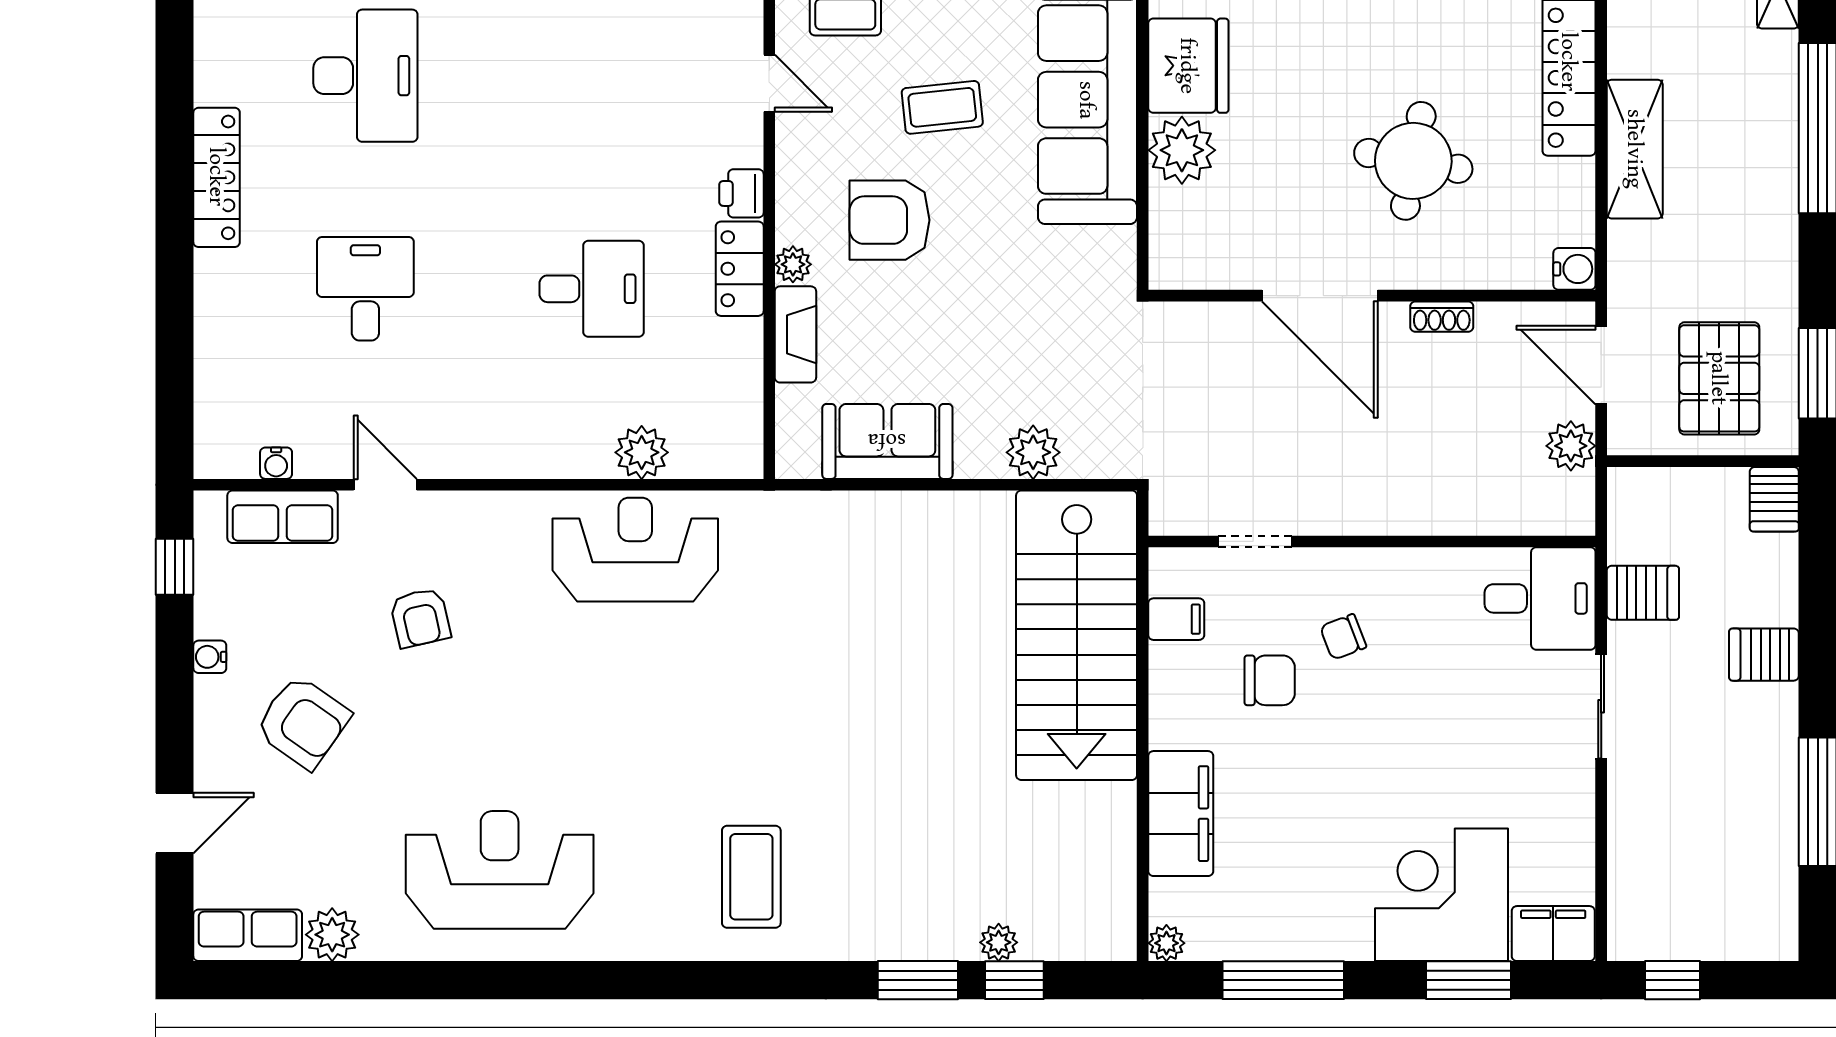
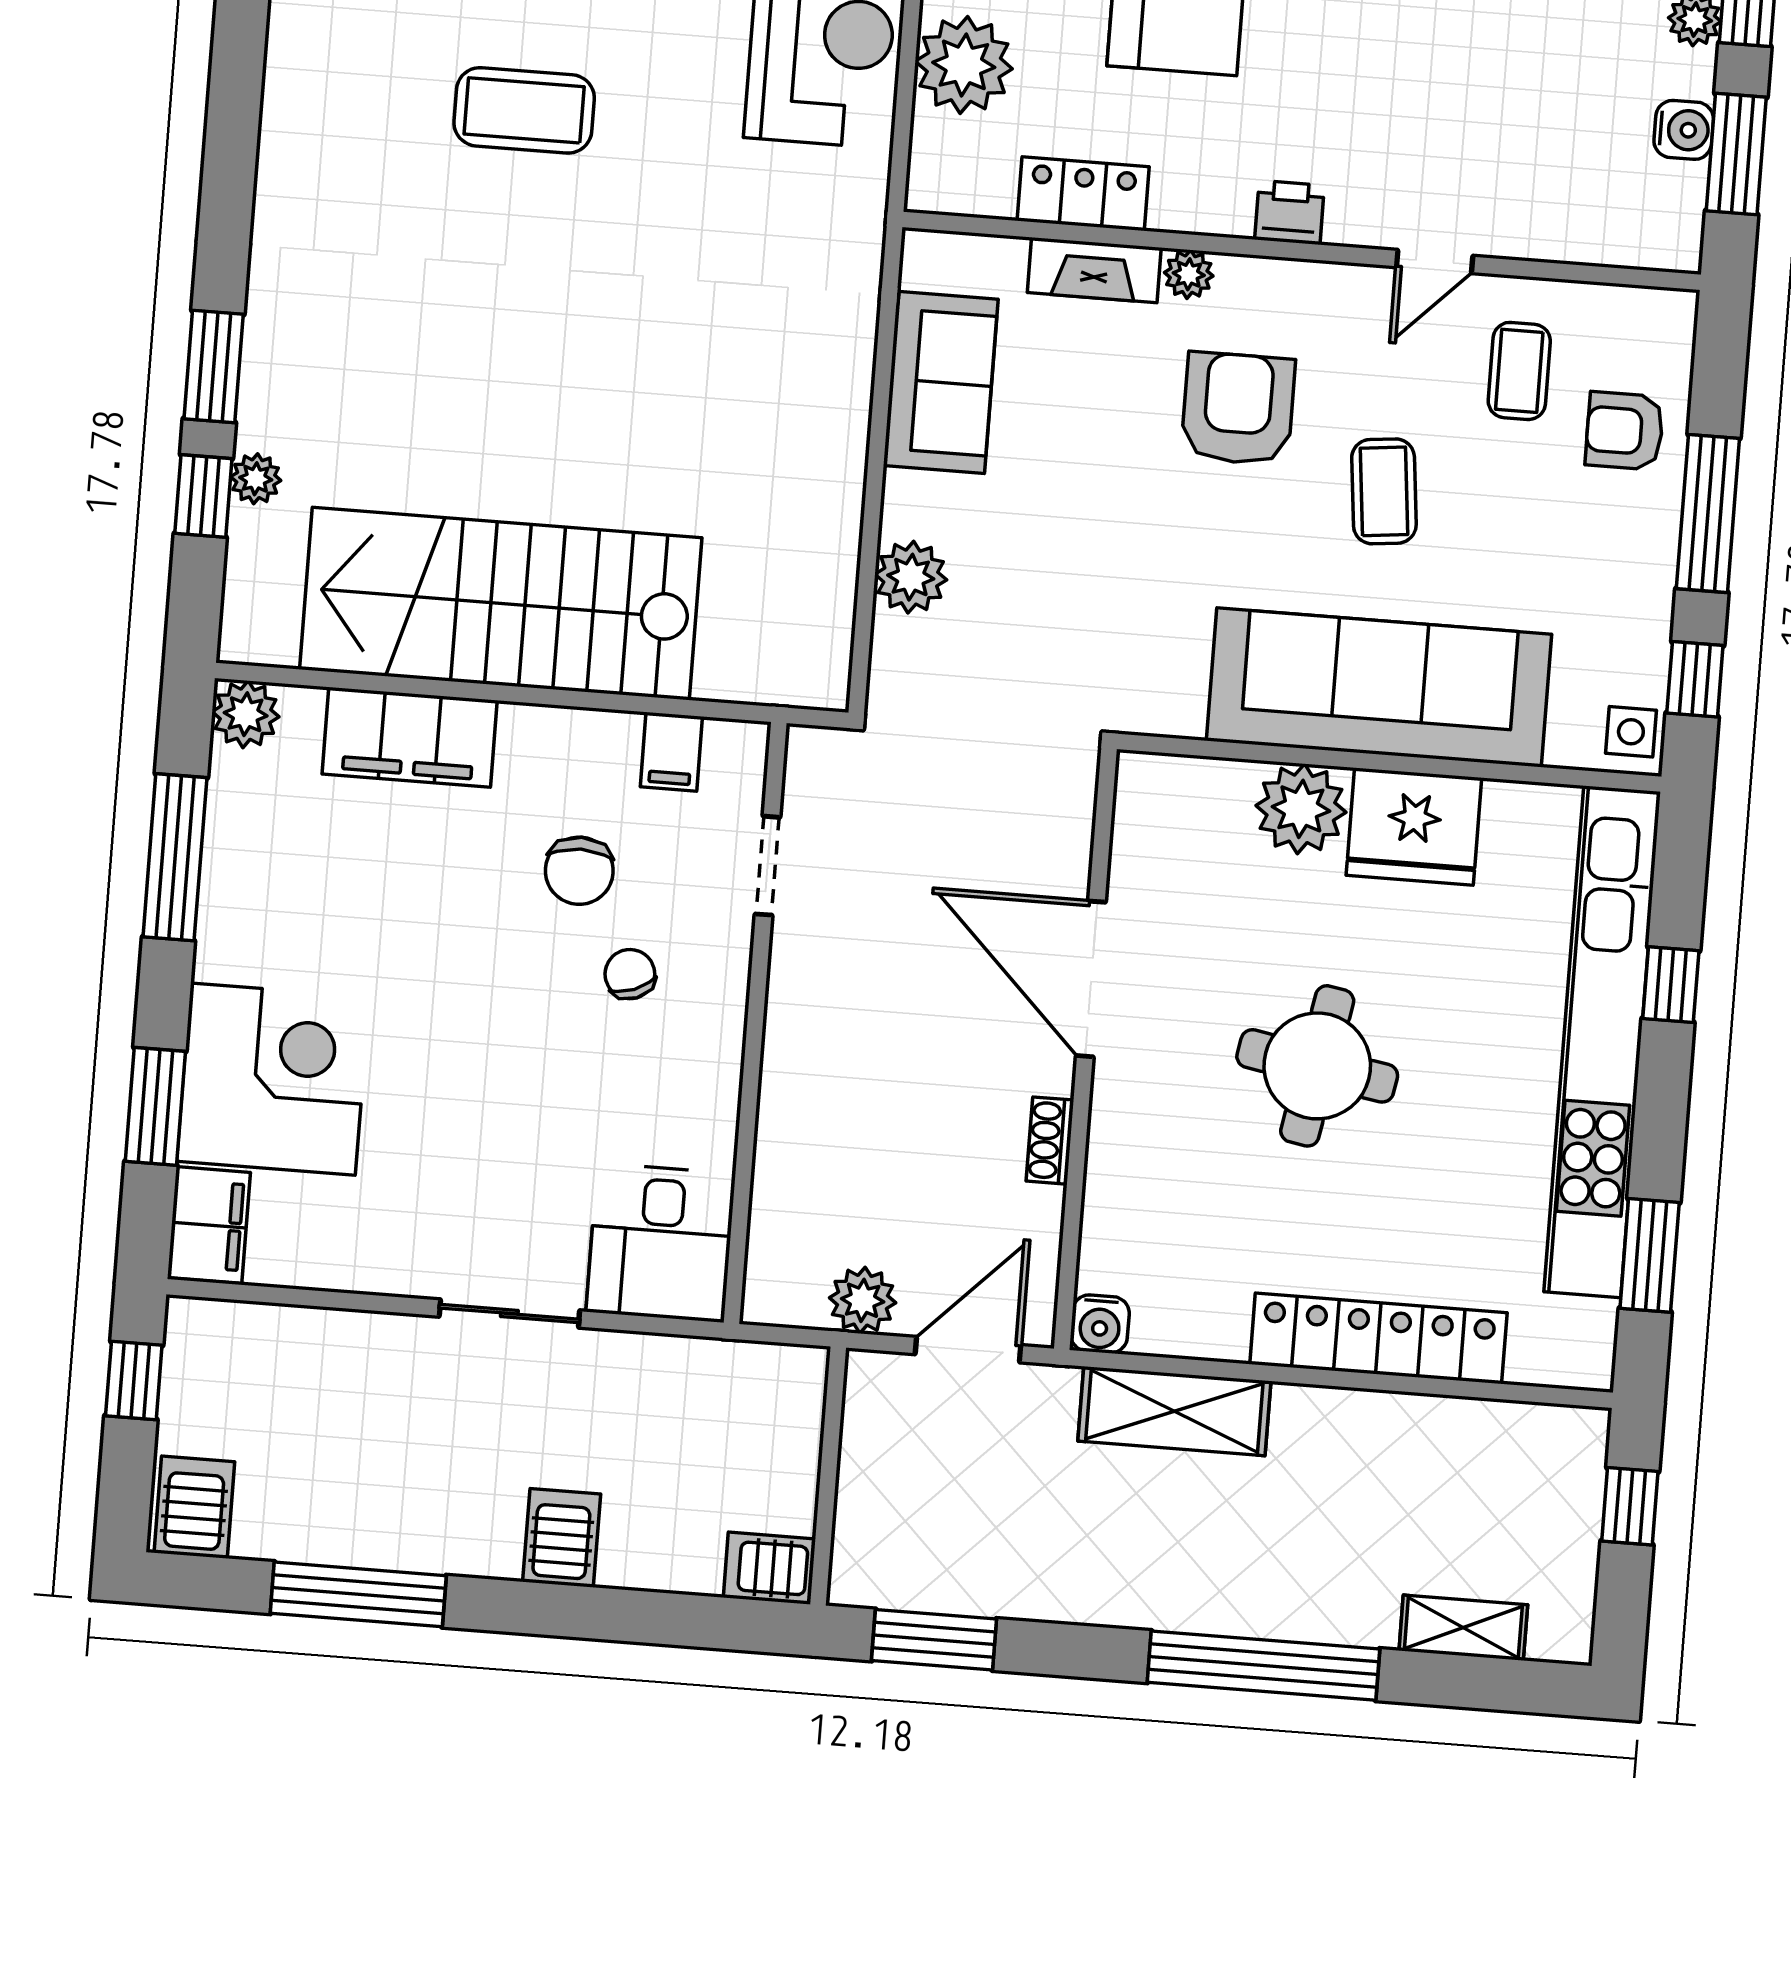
shelving: (1635, 149) -> (1174, 1411), moved
round table: (1413, 161) -> (1317, 1066), moved
locker: (740, 269) -> (1083, 194), moved
door: (1320, 296) -> (1091, 979), hinge flipped
pallet: (1719, 378) -> (937, 1507), removed
plant: (642, 452) -> (964, 65), width x1.36, depth x1.36
server rack: (1643, 593) -> (194, 1507), moved, turned 180
stairs: (1077, 635) -> (501, 604), moved
coffee table: (751, 877) -> (524, 110), moved
plant: (1166, 943) -> (246, 714), width x1.38, depth x1.38

